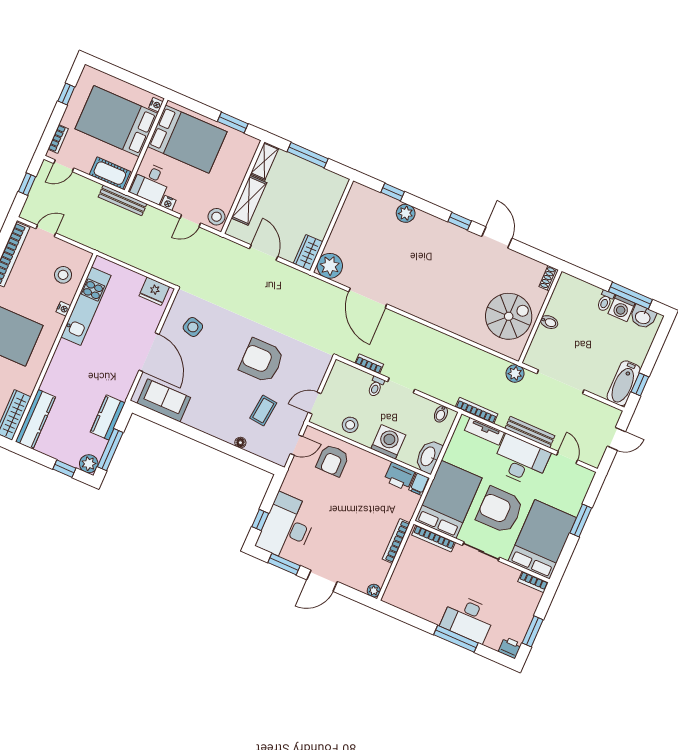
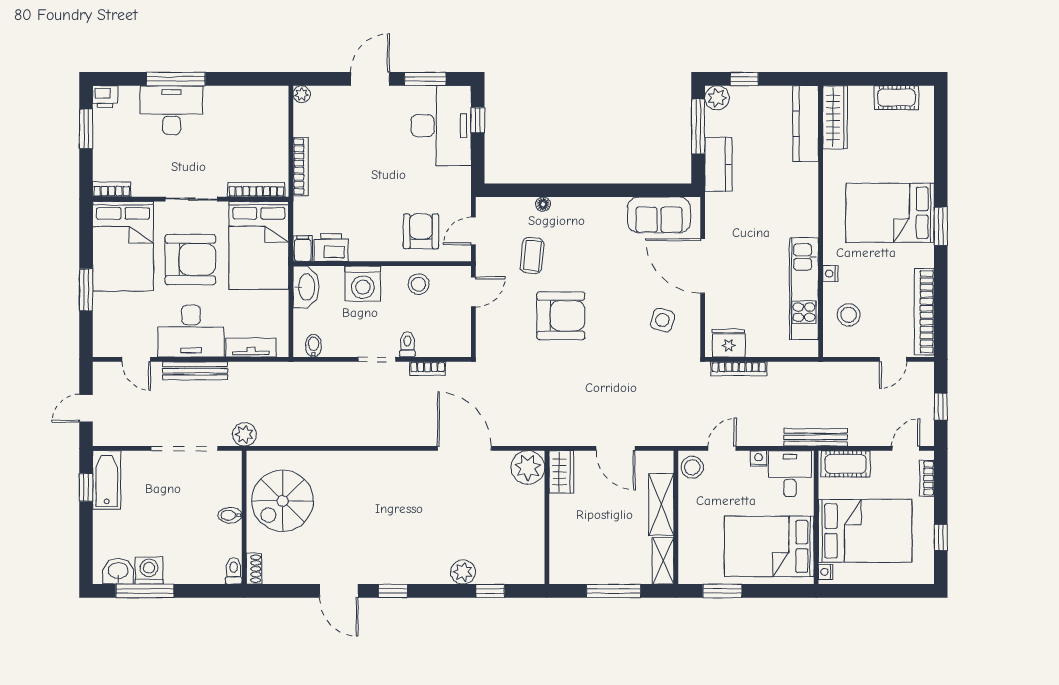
toilet: (605, 301) -> (234, 571), moved
bookcase: (477, 410) -> (739, 369), moved

